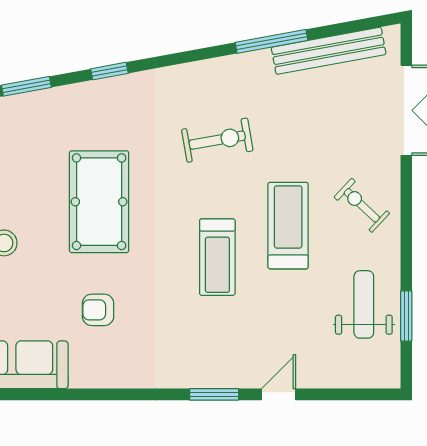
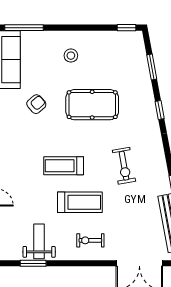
exercise bike: (362, 205) -> (90, 240), turned -133
weight bench: (364, 304) -> (39, 241), turned -90
armchair: (98, 310) -> (36, 104), turned 49

